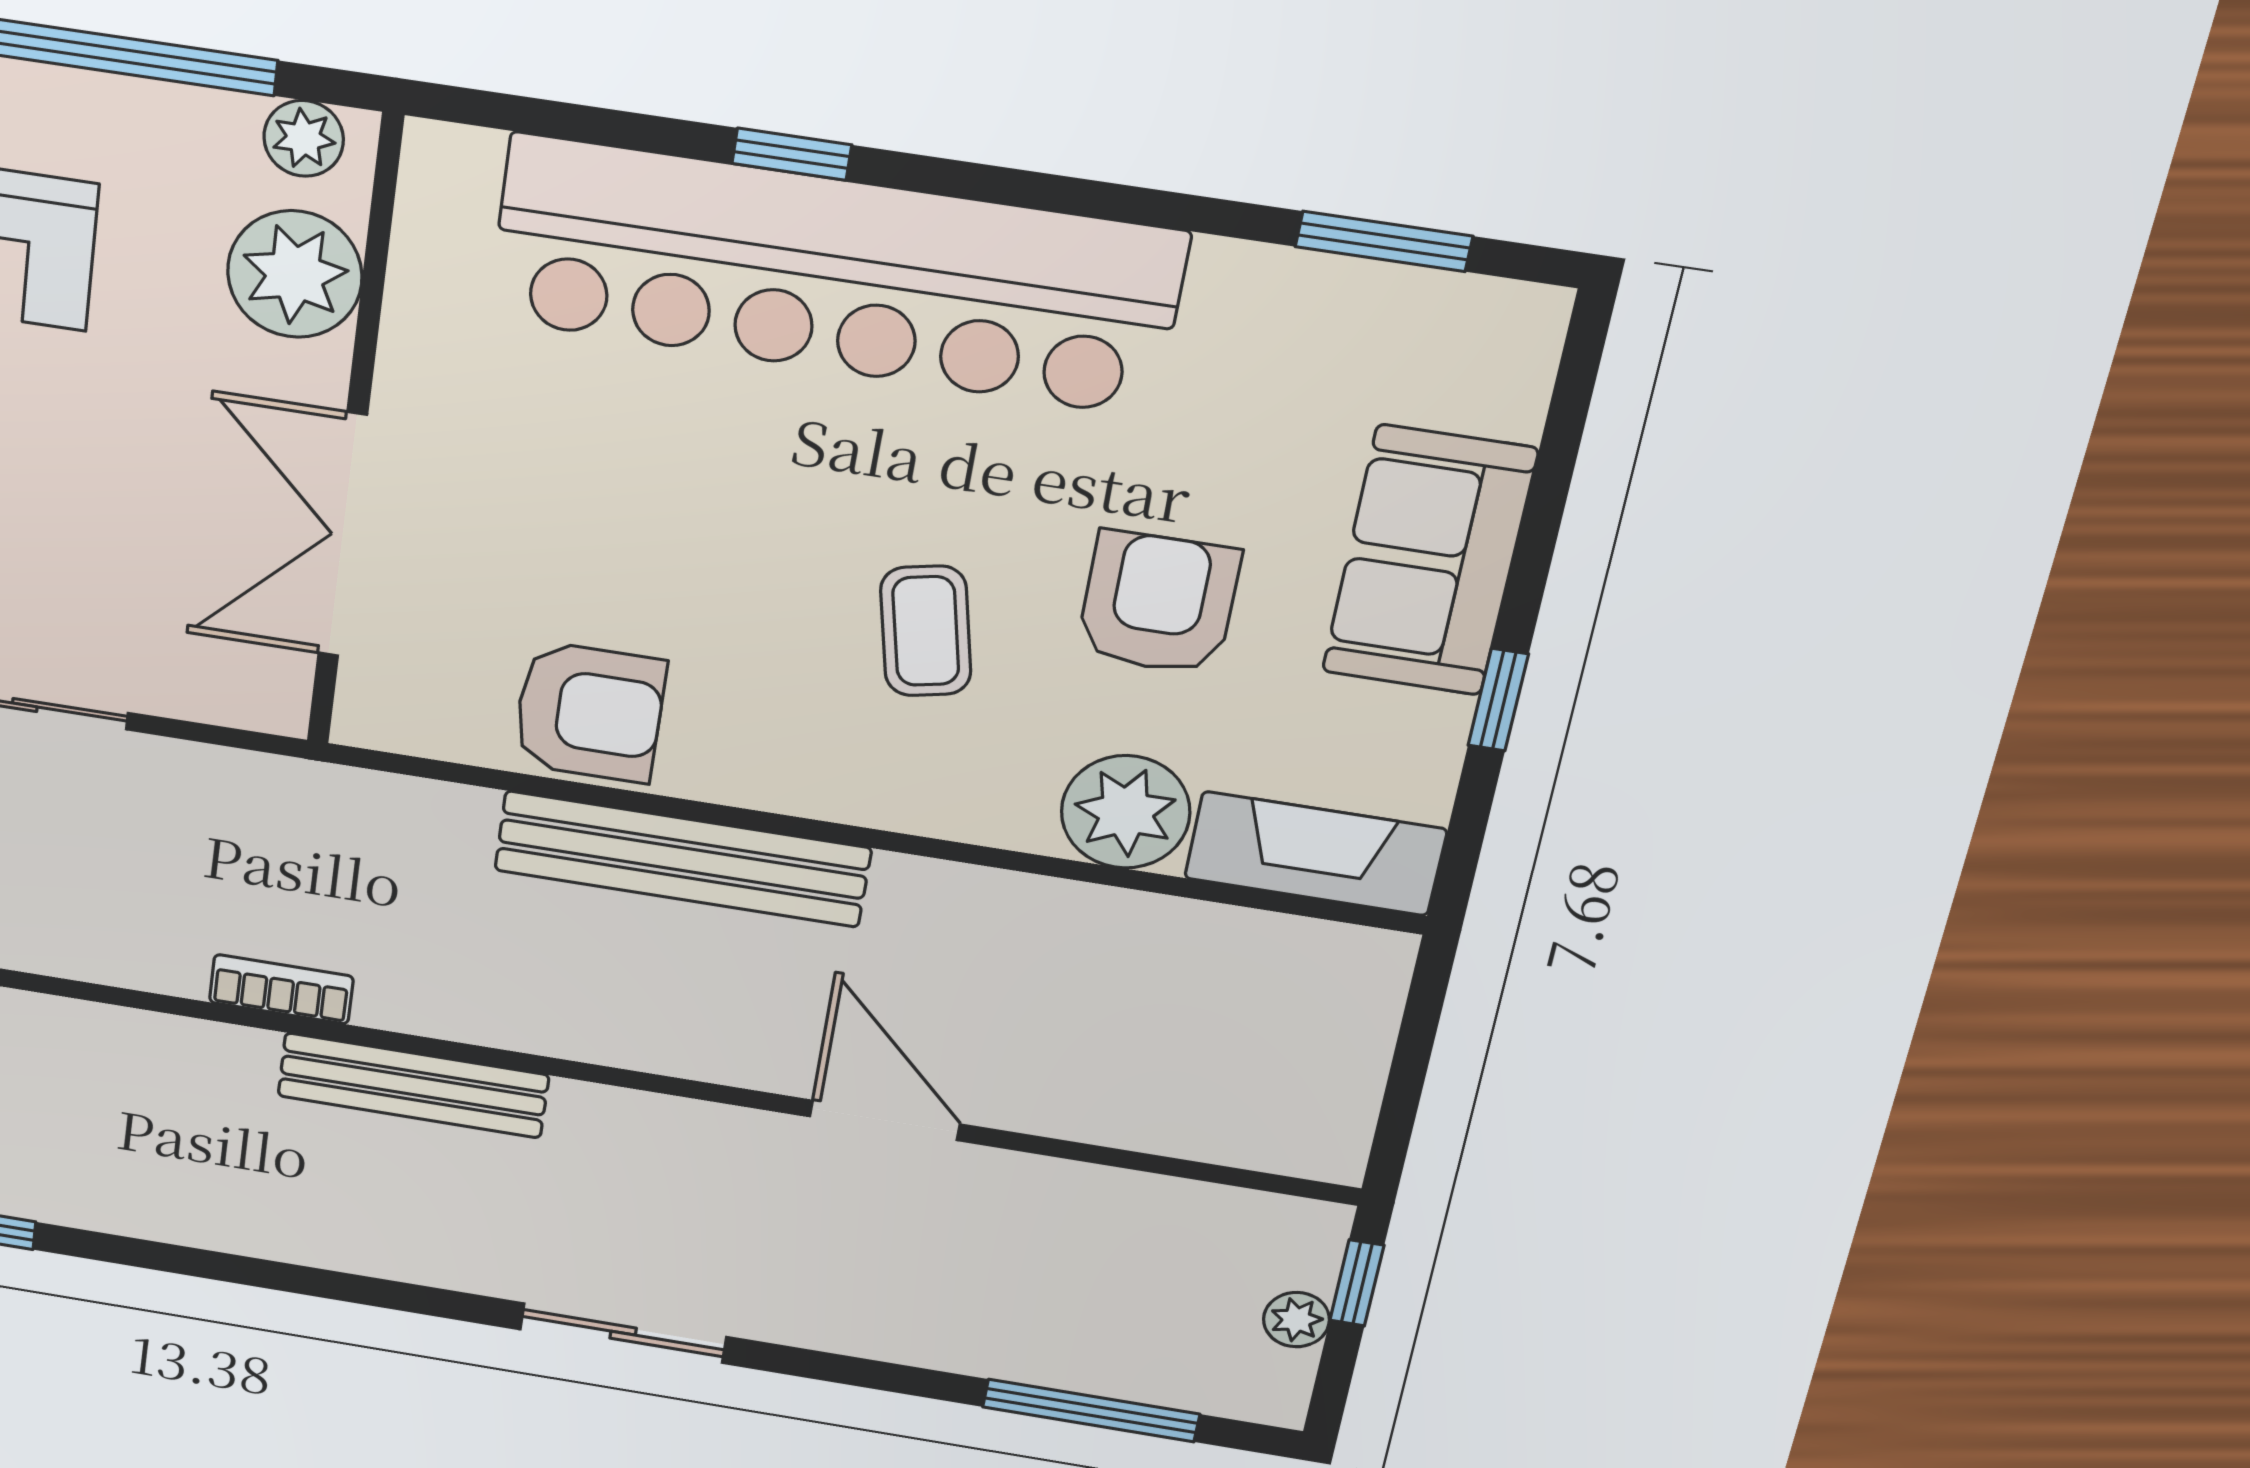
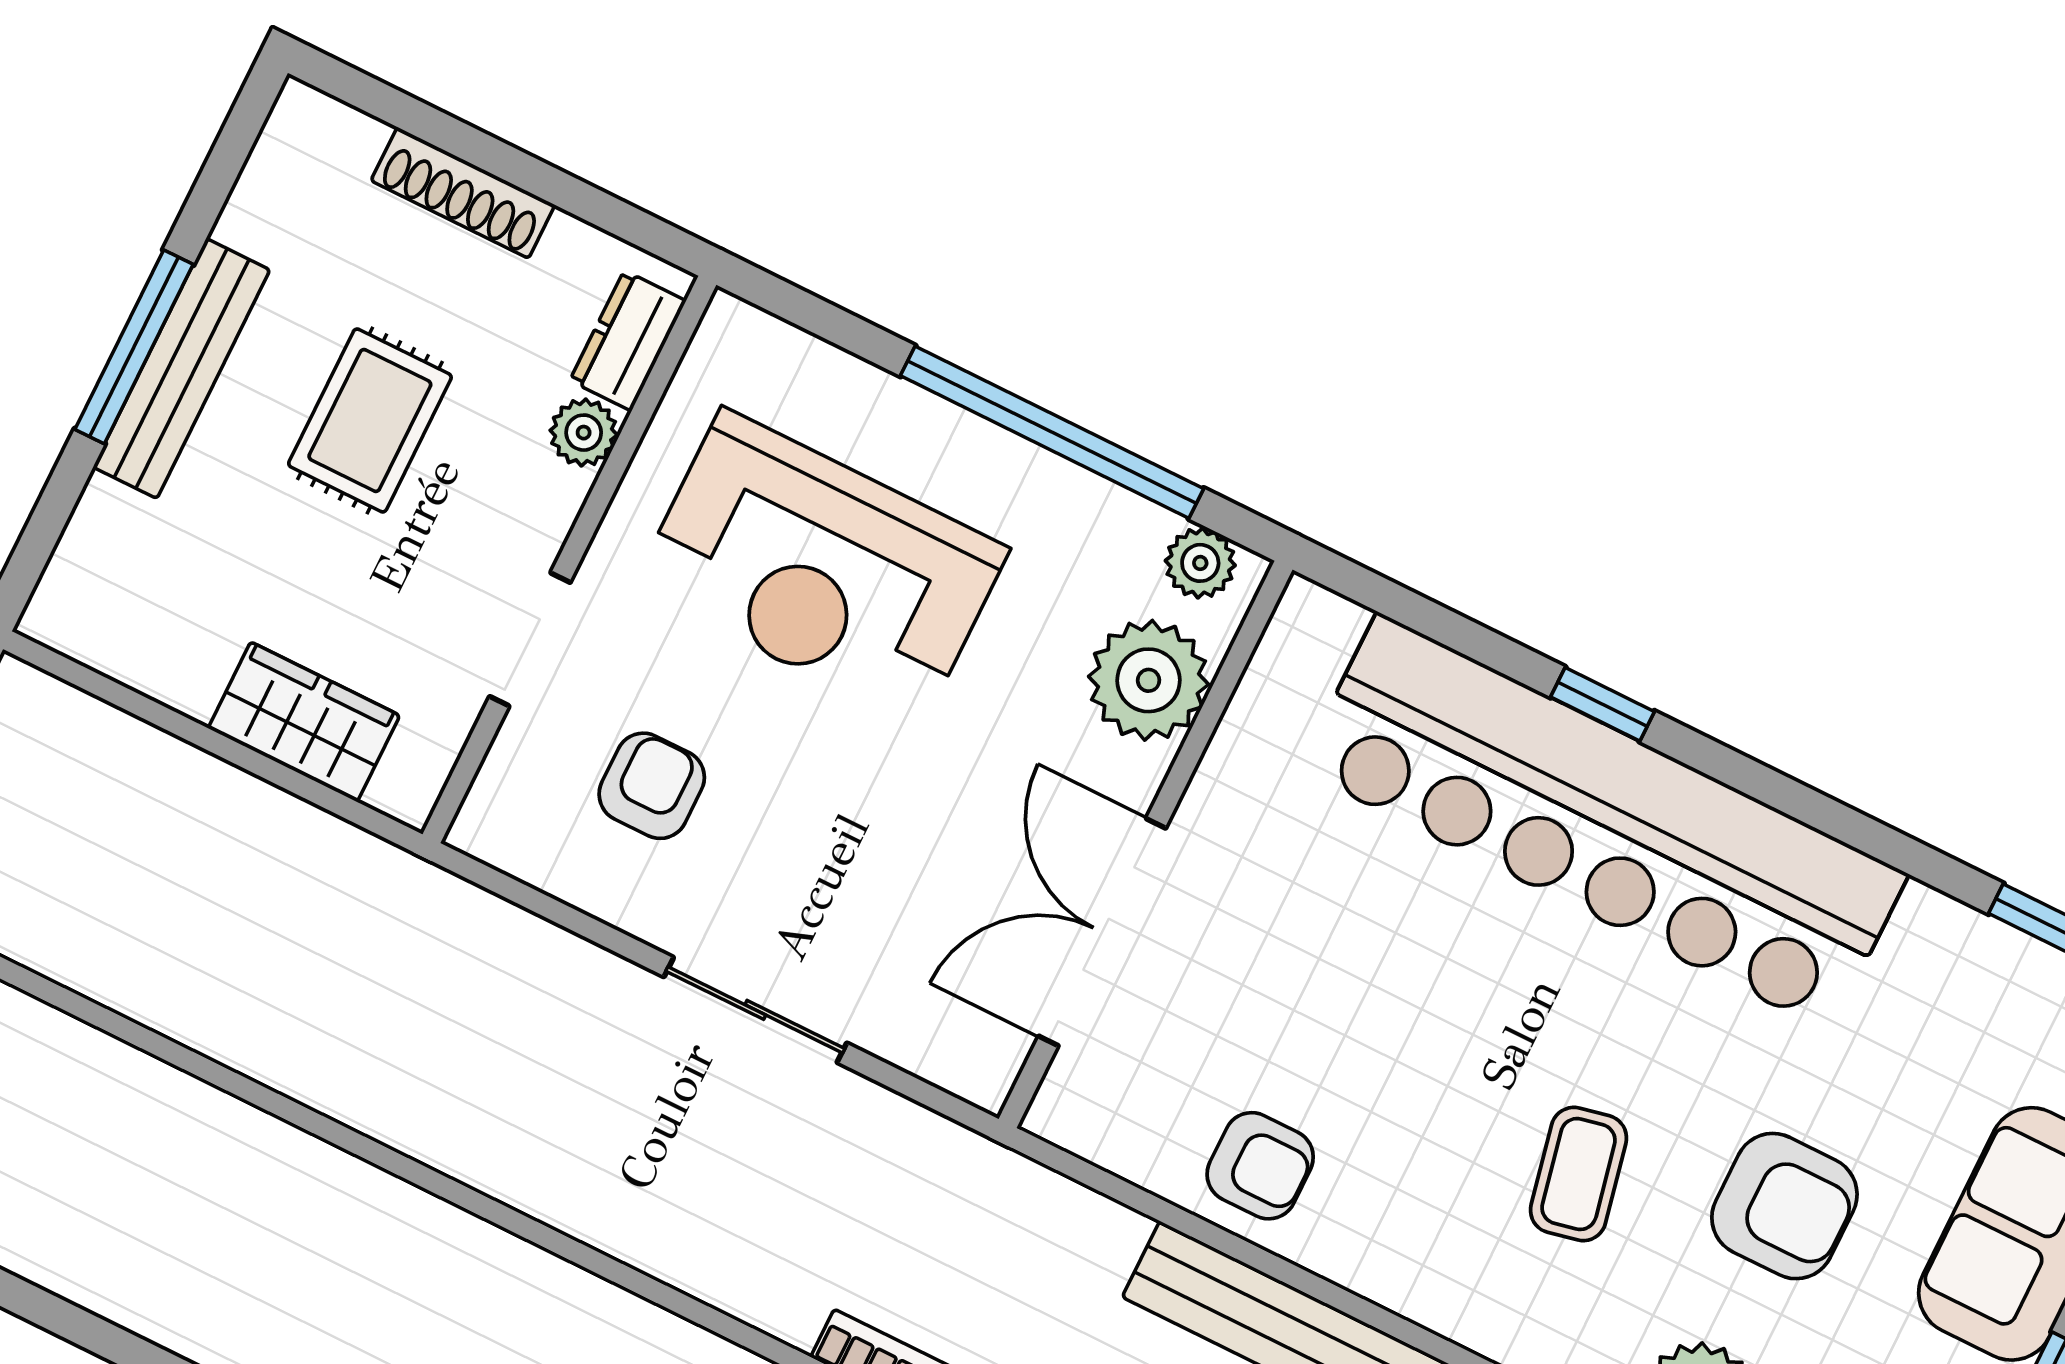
armchair: (1158, 603) -> (1784, 1206), turned 90
armchair: (589, 712) -> (1260, 1166), width x0.72, depth x0.72

